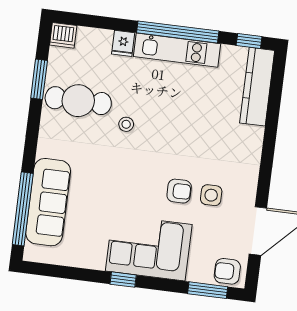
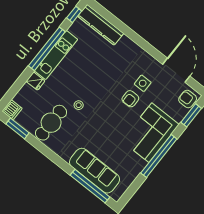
window: (39, 79) -> (17, 128), moved
armchair: (179, 191) -> (130, 99), turned 180
armchair: (227, 271) -> (188, 99), turned 90
window: (123, 280) -> (159, 156), width x3.17

